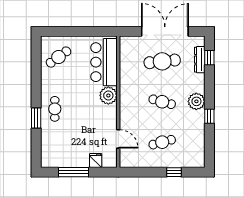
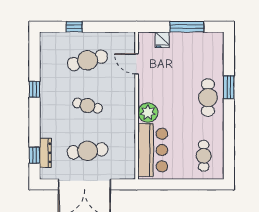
cafe table: (59, 57) -> (204, 156), turned -54
plant: (196, 101) -> (49, 106), removed
cafe table: (55, 109) -> (208, 98), width x1.37, depth x1.35
cafe table: (162, 142) -> (88, 60), width x1.37, depth x1.35

